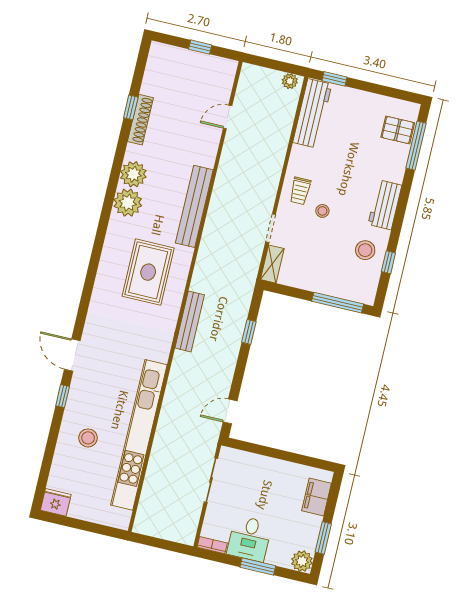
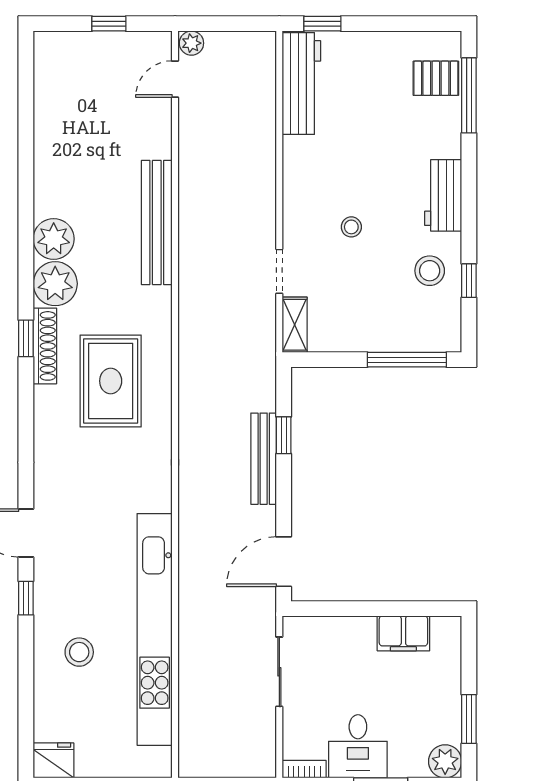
plant: (290, 81) -> (191, 43), moved
window: (131, 107) -> (26, 338), moved
door: (228, 117) -> (175, 79), moved
shoe rack: (140, 120) -> (45, 346), moved
trolley: (300, 191) -> (311, 205), removed
bench: (194, 206) -> (157, 223), moved
bench: (190, 321) -> (264, 459), moved
door: (230, 411) -> (284, 562), width x1.38
filing cabinet: (317, 497) -> (403, 633), moved, turned -90

